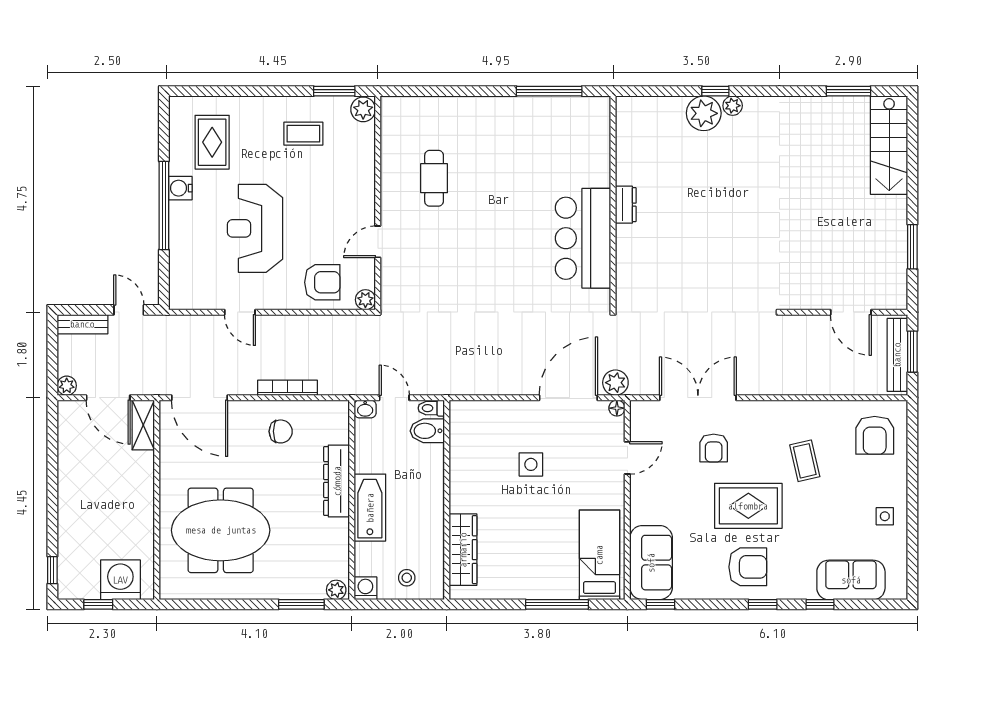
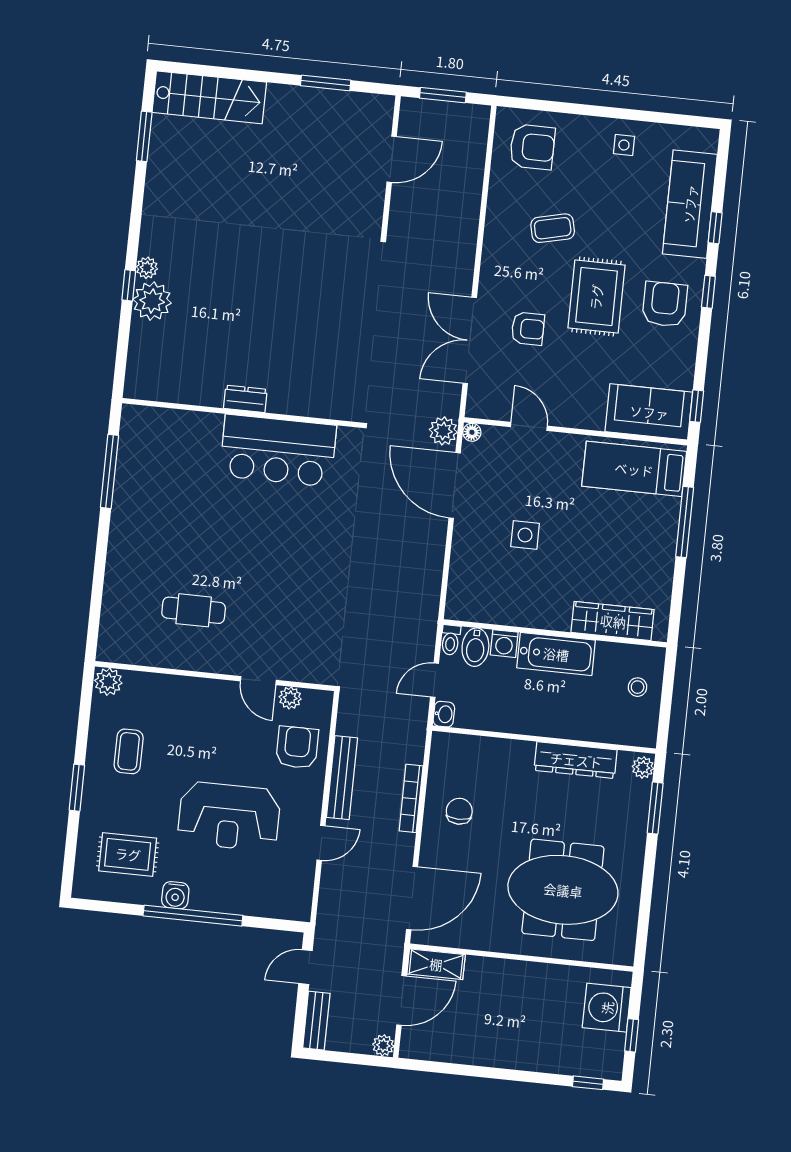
window: (334, 91) -> (77, 788), moved
plant: (365, 300) -> (290, 698), moved
bench: (897, 355) -> (342, 778), moved, turned 90
dresser: (337, 481) -> (576, 760), moved
bathtub: (370, 508) -> (556, 654), moved, turned 180
meeting table: (221, 530) -> (563, 890), turned 90
sofa: (851, 580) -> (690, 204), width x1.36
washing machine: (365, 588) -> (504, 644), moved, turned -90

